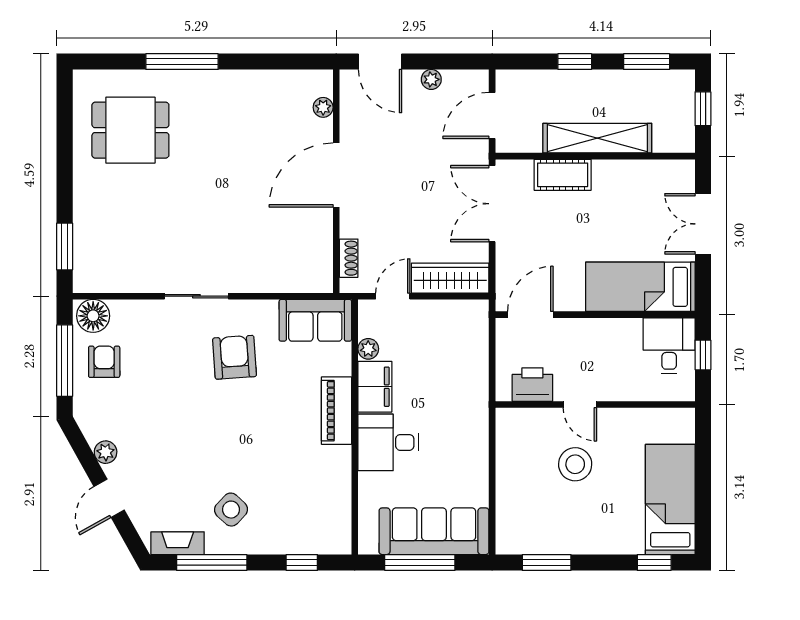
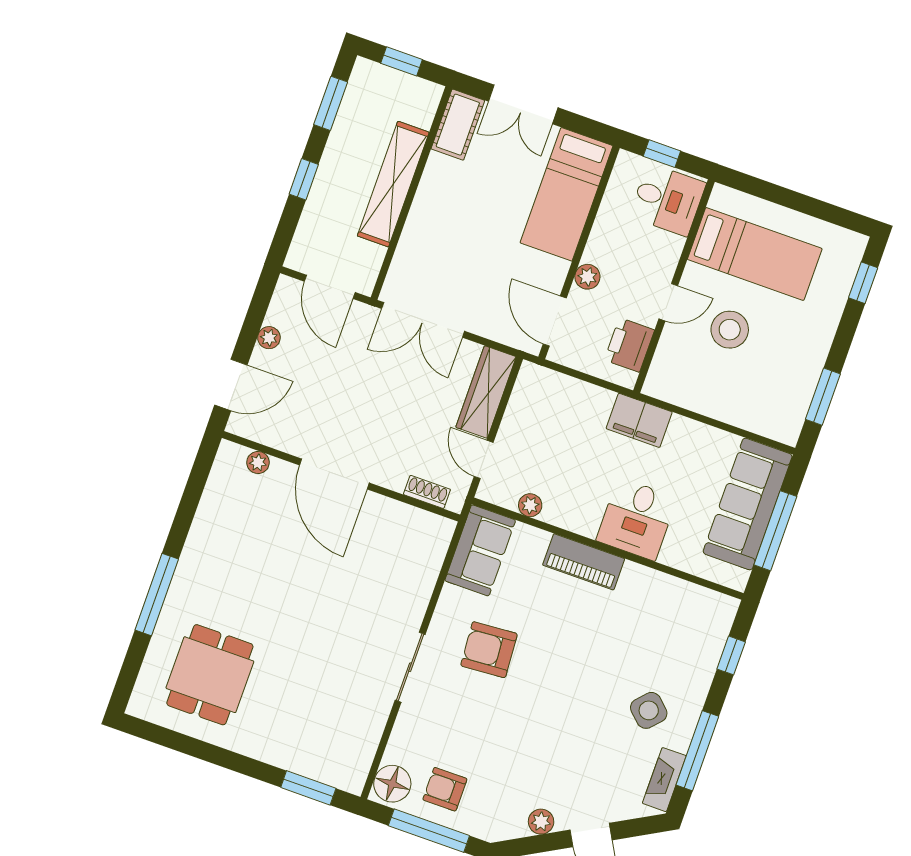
cot: (563, 175) -> (458, 125), moved
plant: (577, 329) -> (587, 277), added
desk: (669, 346) -> (668, 200), moved, turned 180
filing cabinet: (375, 387) -> (639, 420), moved, turned 180
bed: (670, 499) -> (755, 254), moved, turned 180

